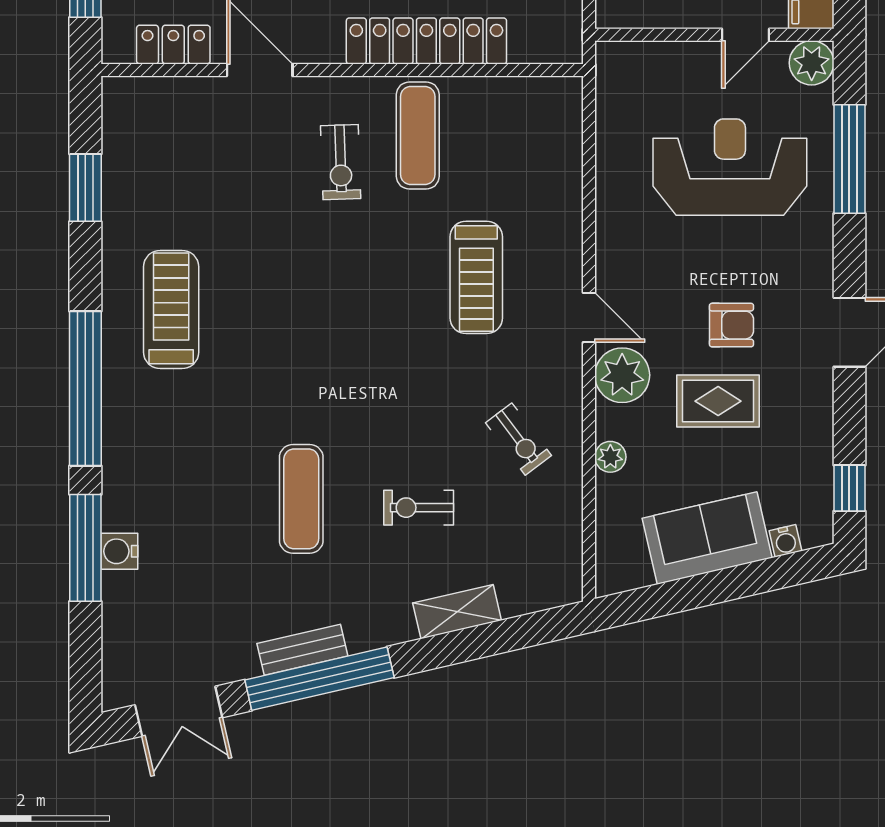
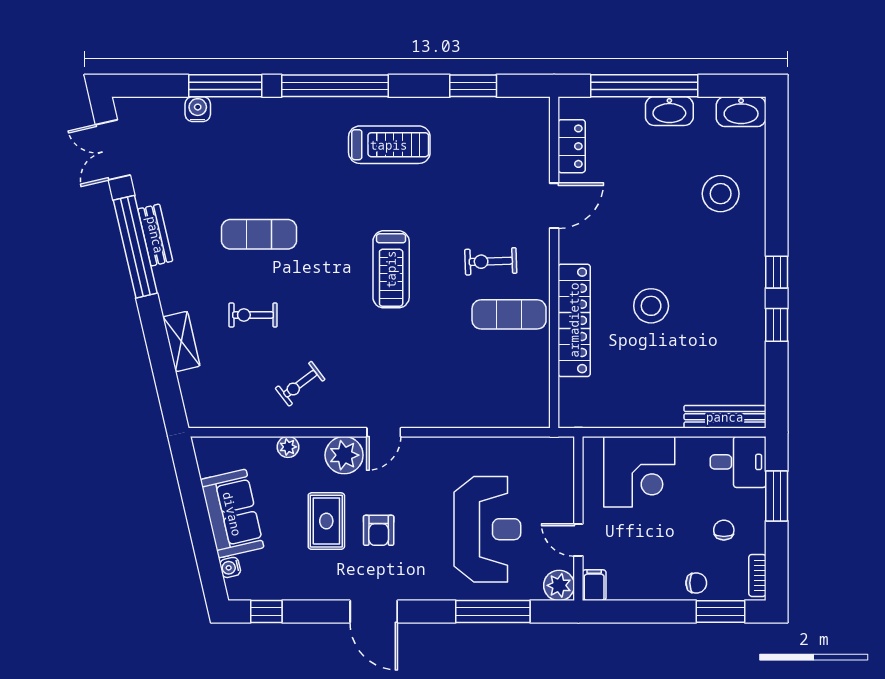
treadmill: (476, 277) -> (391, 269), moved, turned -90
exercise bike: (419, 508) -> (253, 315), turned -90
water cooler: (119, 551) -> (198, 109), moved

